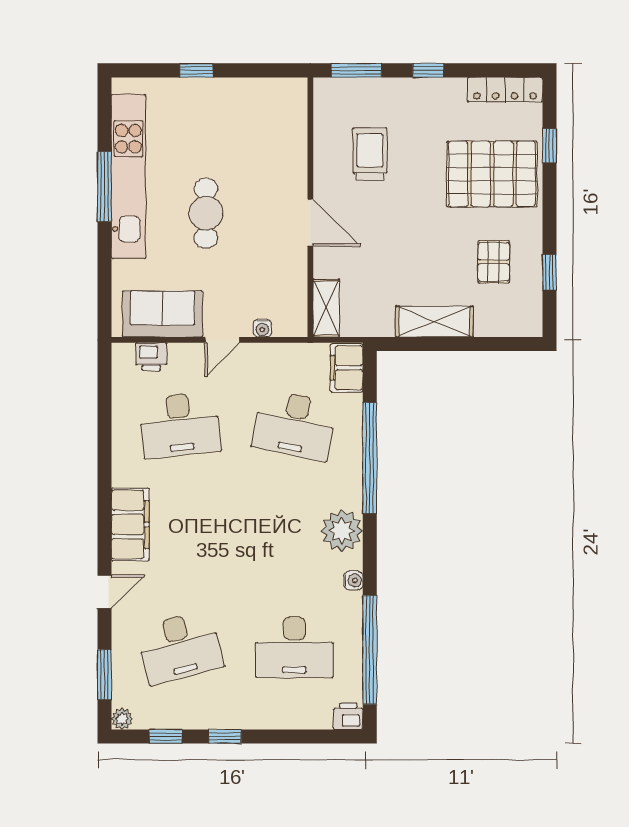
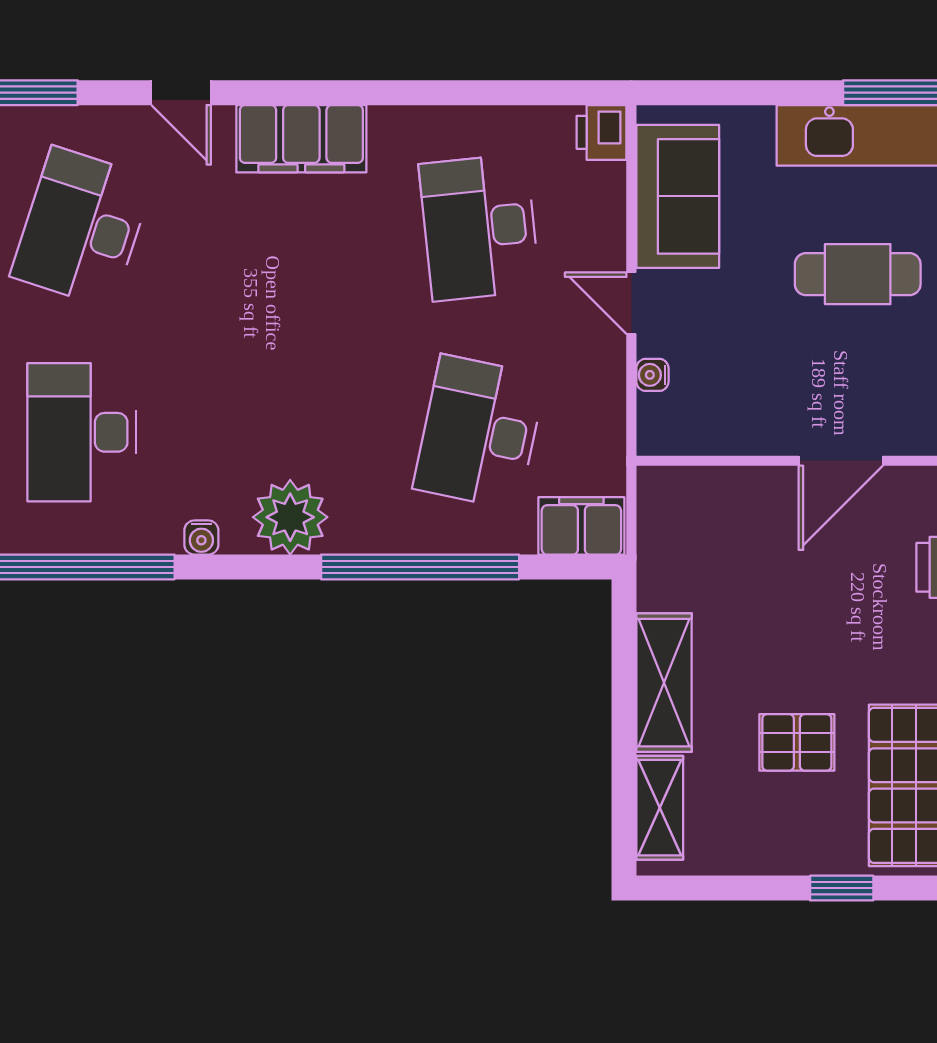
pallet: (494, 262) -> (797, 742), moved
window: (549, 272) -> (842, 888), moved
shelving: (326, 308) -> (660, 808), moved, turned 90
printer: (151, 357) -> (602, 132), moved
desk: (180, 647) -> (82, 227), turned 33

